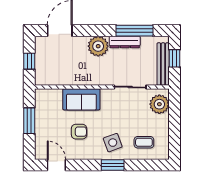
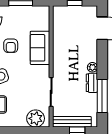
dresser: (125, 42) -> (92, 83), width x0.70
plant: (98, 46) -> (92, 67), width x0.53, depth x0.53

